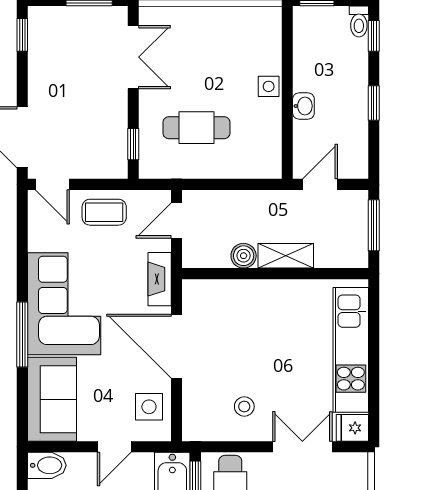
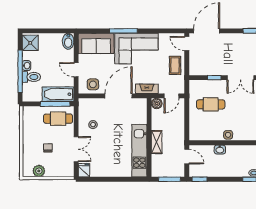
window: (374, 103) -> (200, 179), moved
cafe table: (196, 128) -> (211, 104), turned 90
window: (133, 144) -> (214, 78), moved
door: (52, 184) -> (187, 44), hinge flipped
door: (176, 220) -> (172, 96), swing flipped
boiler: (244, 256) -> (157, 103), moved
kitchen unit: (351, 350) -> (139, 151), moved, turned -90

